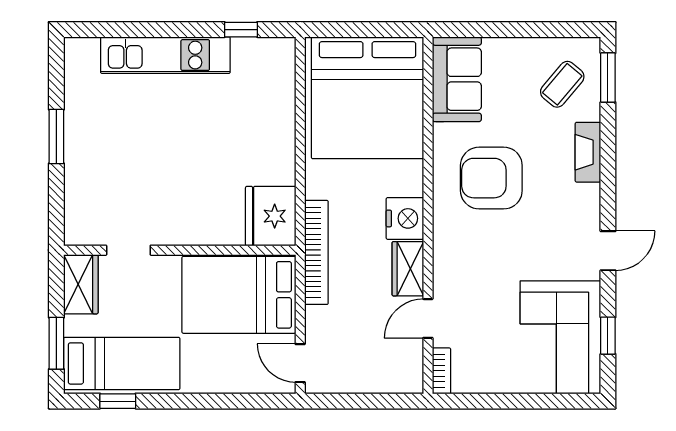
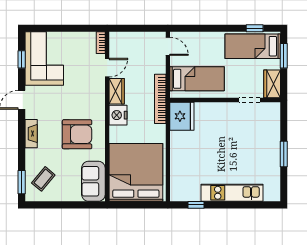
fireplace: (588, 152) -> (31, 134), moved
bed: (239, 295) -> (197, 79), width x0.67

